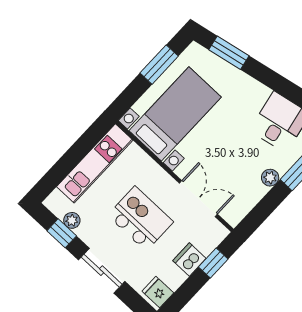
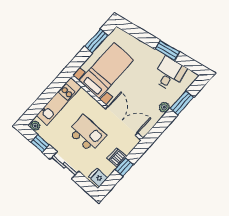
window: (229, 53) -> (167, 50), moved
double door: (198, 199) -> (122, 121), width x1.37
plant: (72, 220) -> (35, 126), moved
window: (213, 263) -> (124, 167), moved

